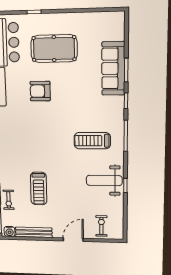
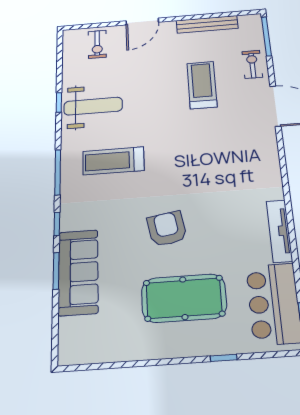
armchair: (40, 91) -> (167, 229), moved, turned -100
treadmill: (92, 141) -> (113, 161), turned 180
water cooler: (9, 231) -> (248, 21), removed

